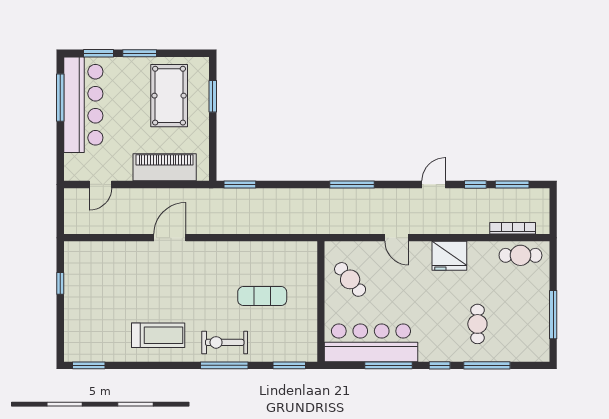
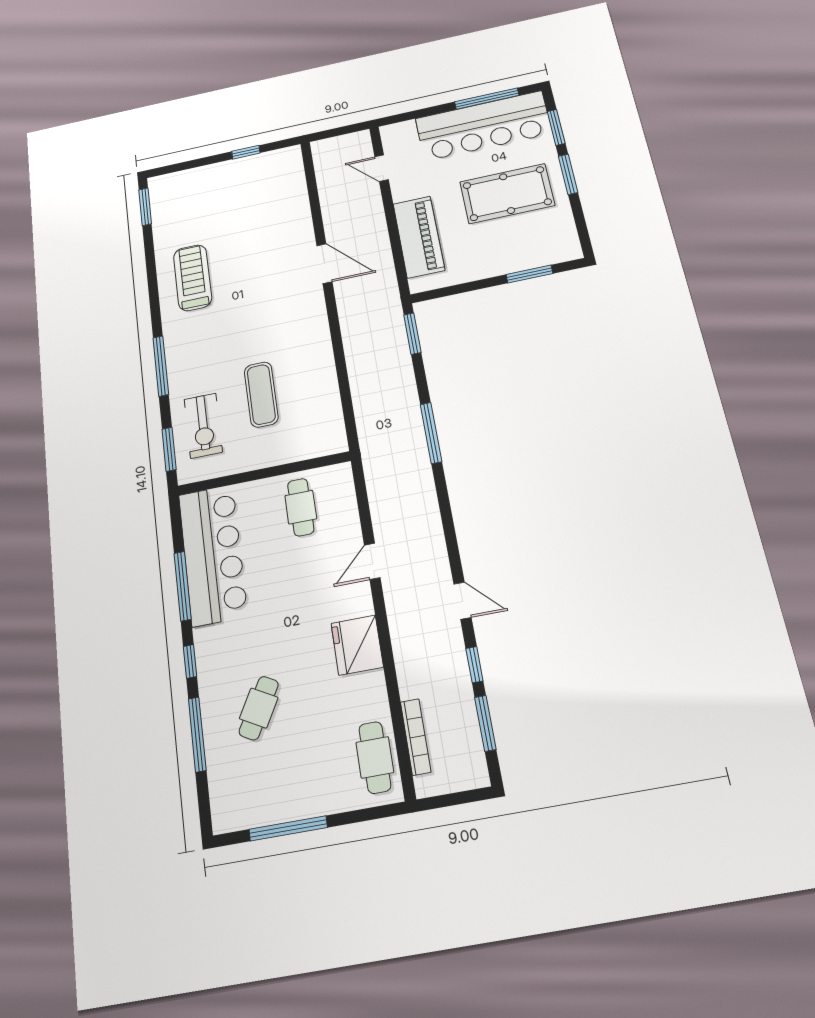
pool table: (169, 96) -> (507, 194), moved
window: (352, 184) -> (431, 433), moved
cafe table: (350, 279) -> (301, 507), turned -50
cafe table: (477, 324) -> (259, 708), turned -61
treadmill: (158, 335) -> (193, 278), turned 180
exercise bike: (225, 342) -> (203, 426), moved, turned 180

